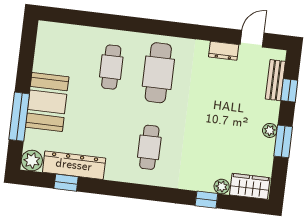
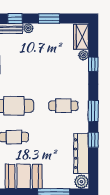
booth: (47, 102) -> (24, 176), moved
plant: (270, 130) -> (28, 28), moved
window: (66, 183) -> (93, 140), moved
window: (136, 191) -> (93, 111), added

